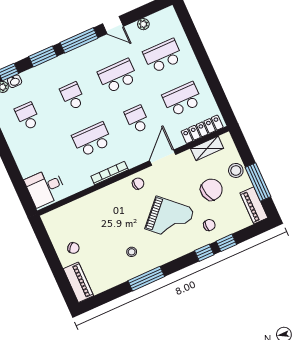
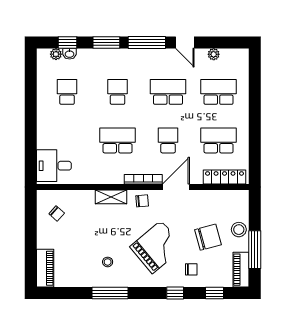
shelving: (207, 148) -> (111, 197), moved
bookcase: (110, 173) -> (143, 179), moved
grand piano: (170, 219) -> (157, 247), turned -83
window: (226, 243) -> (215, 293), moved
chair: (73, 248) -> (57, 214), moved

